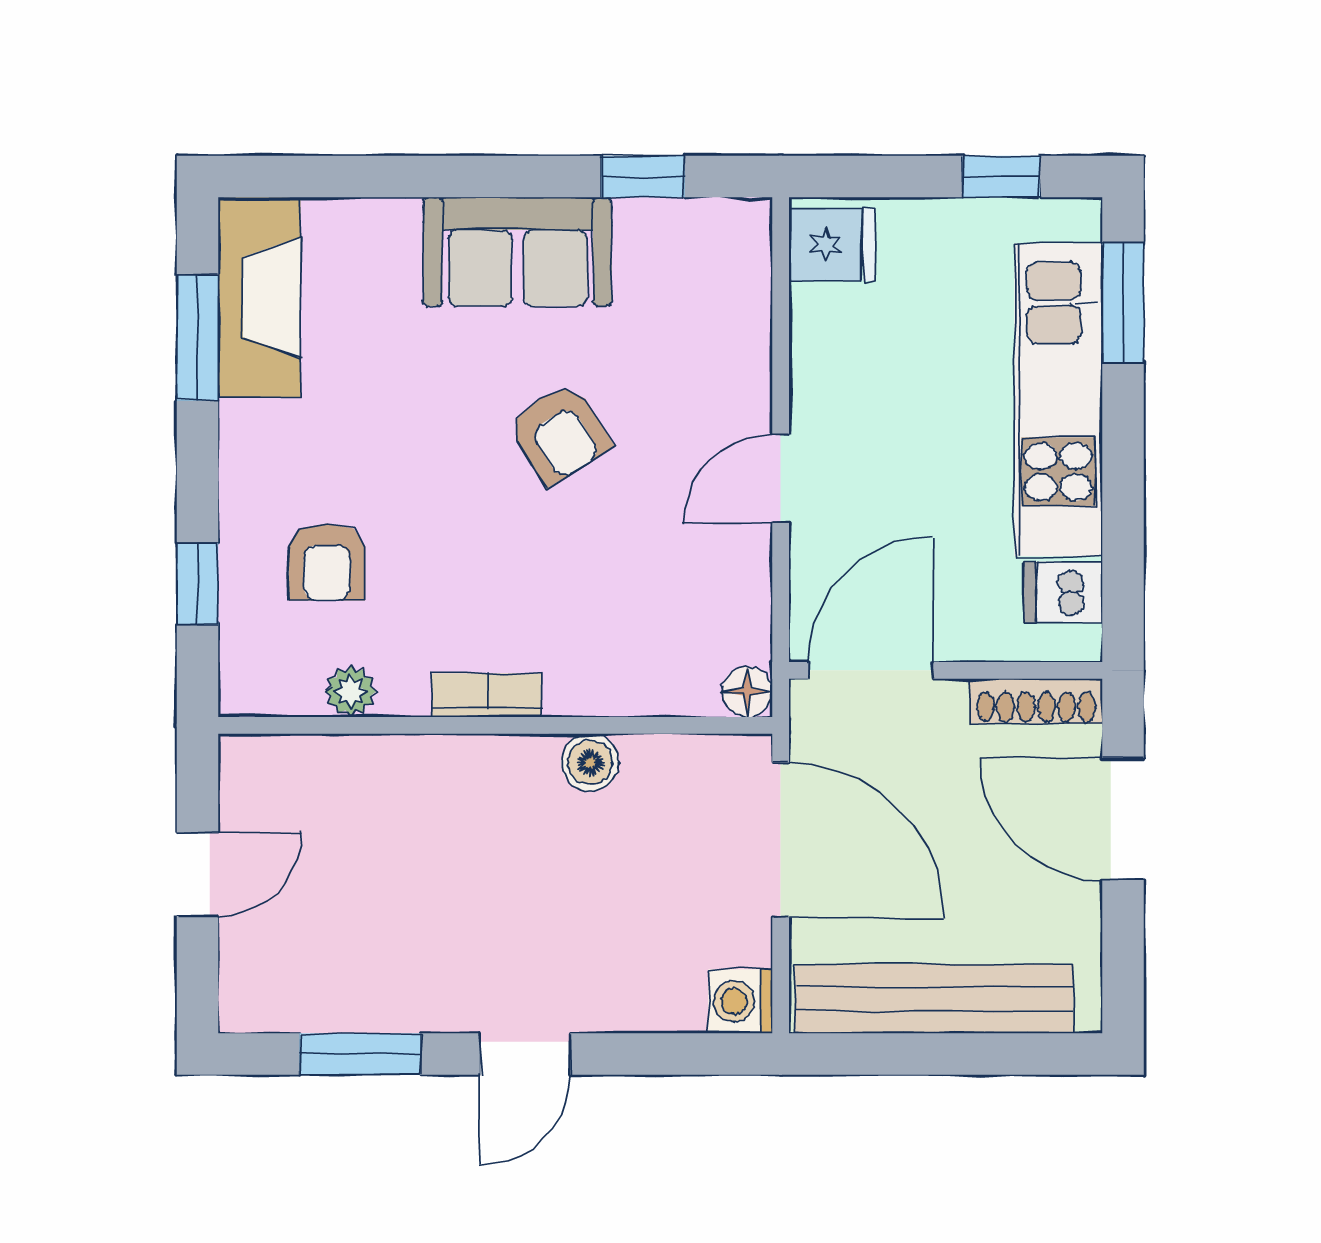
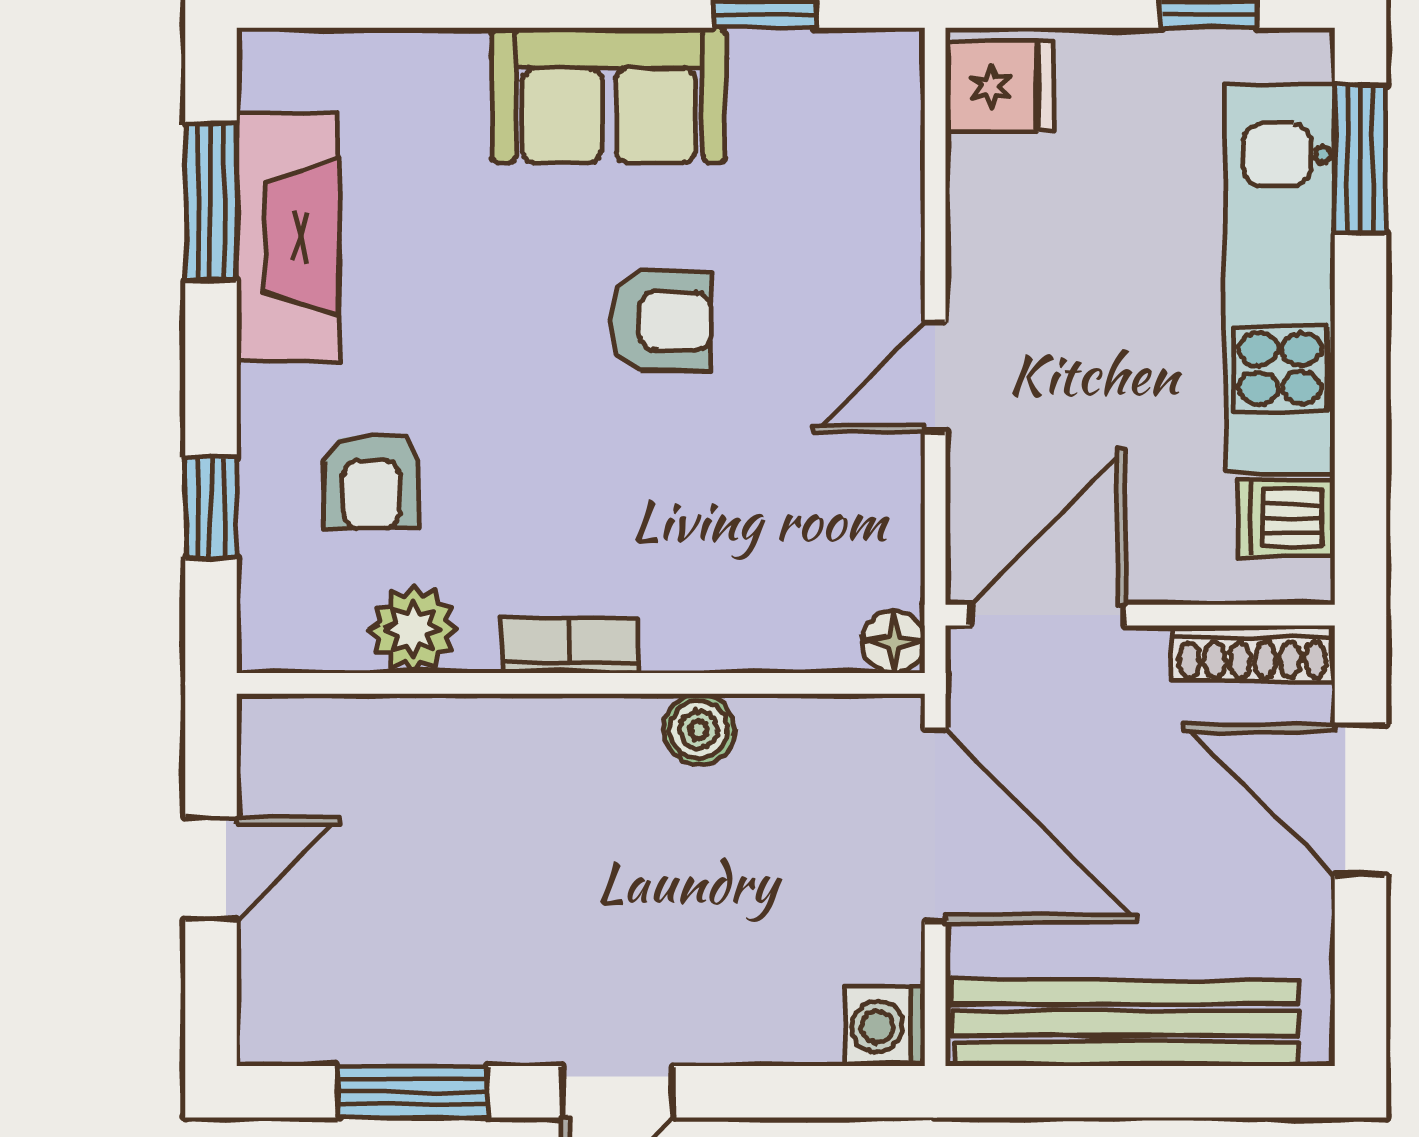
fireplace: (259, 297) -> (288, 237), moved
armchair: (560, 433) -> (661, 321), turned -58
plant: (351, 691) -> (413, 629), width x1.38, depth x1.38

